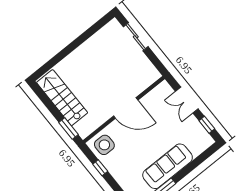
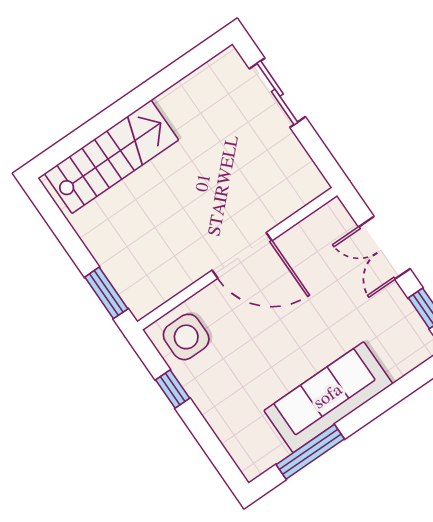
stairs: (62, 98) -> (111, 157), moved, turned 90

